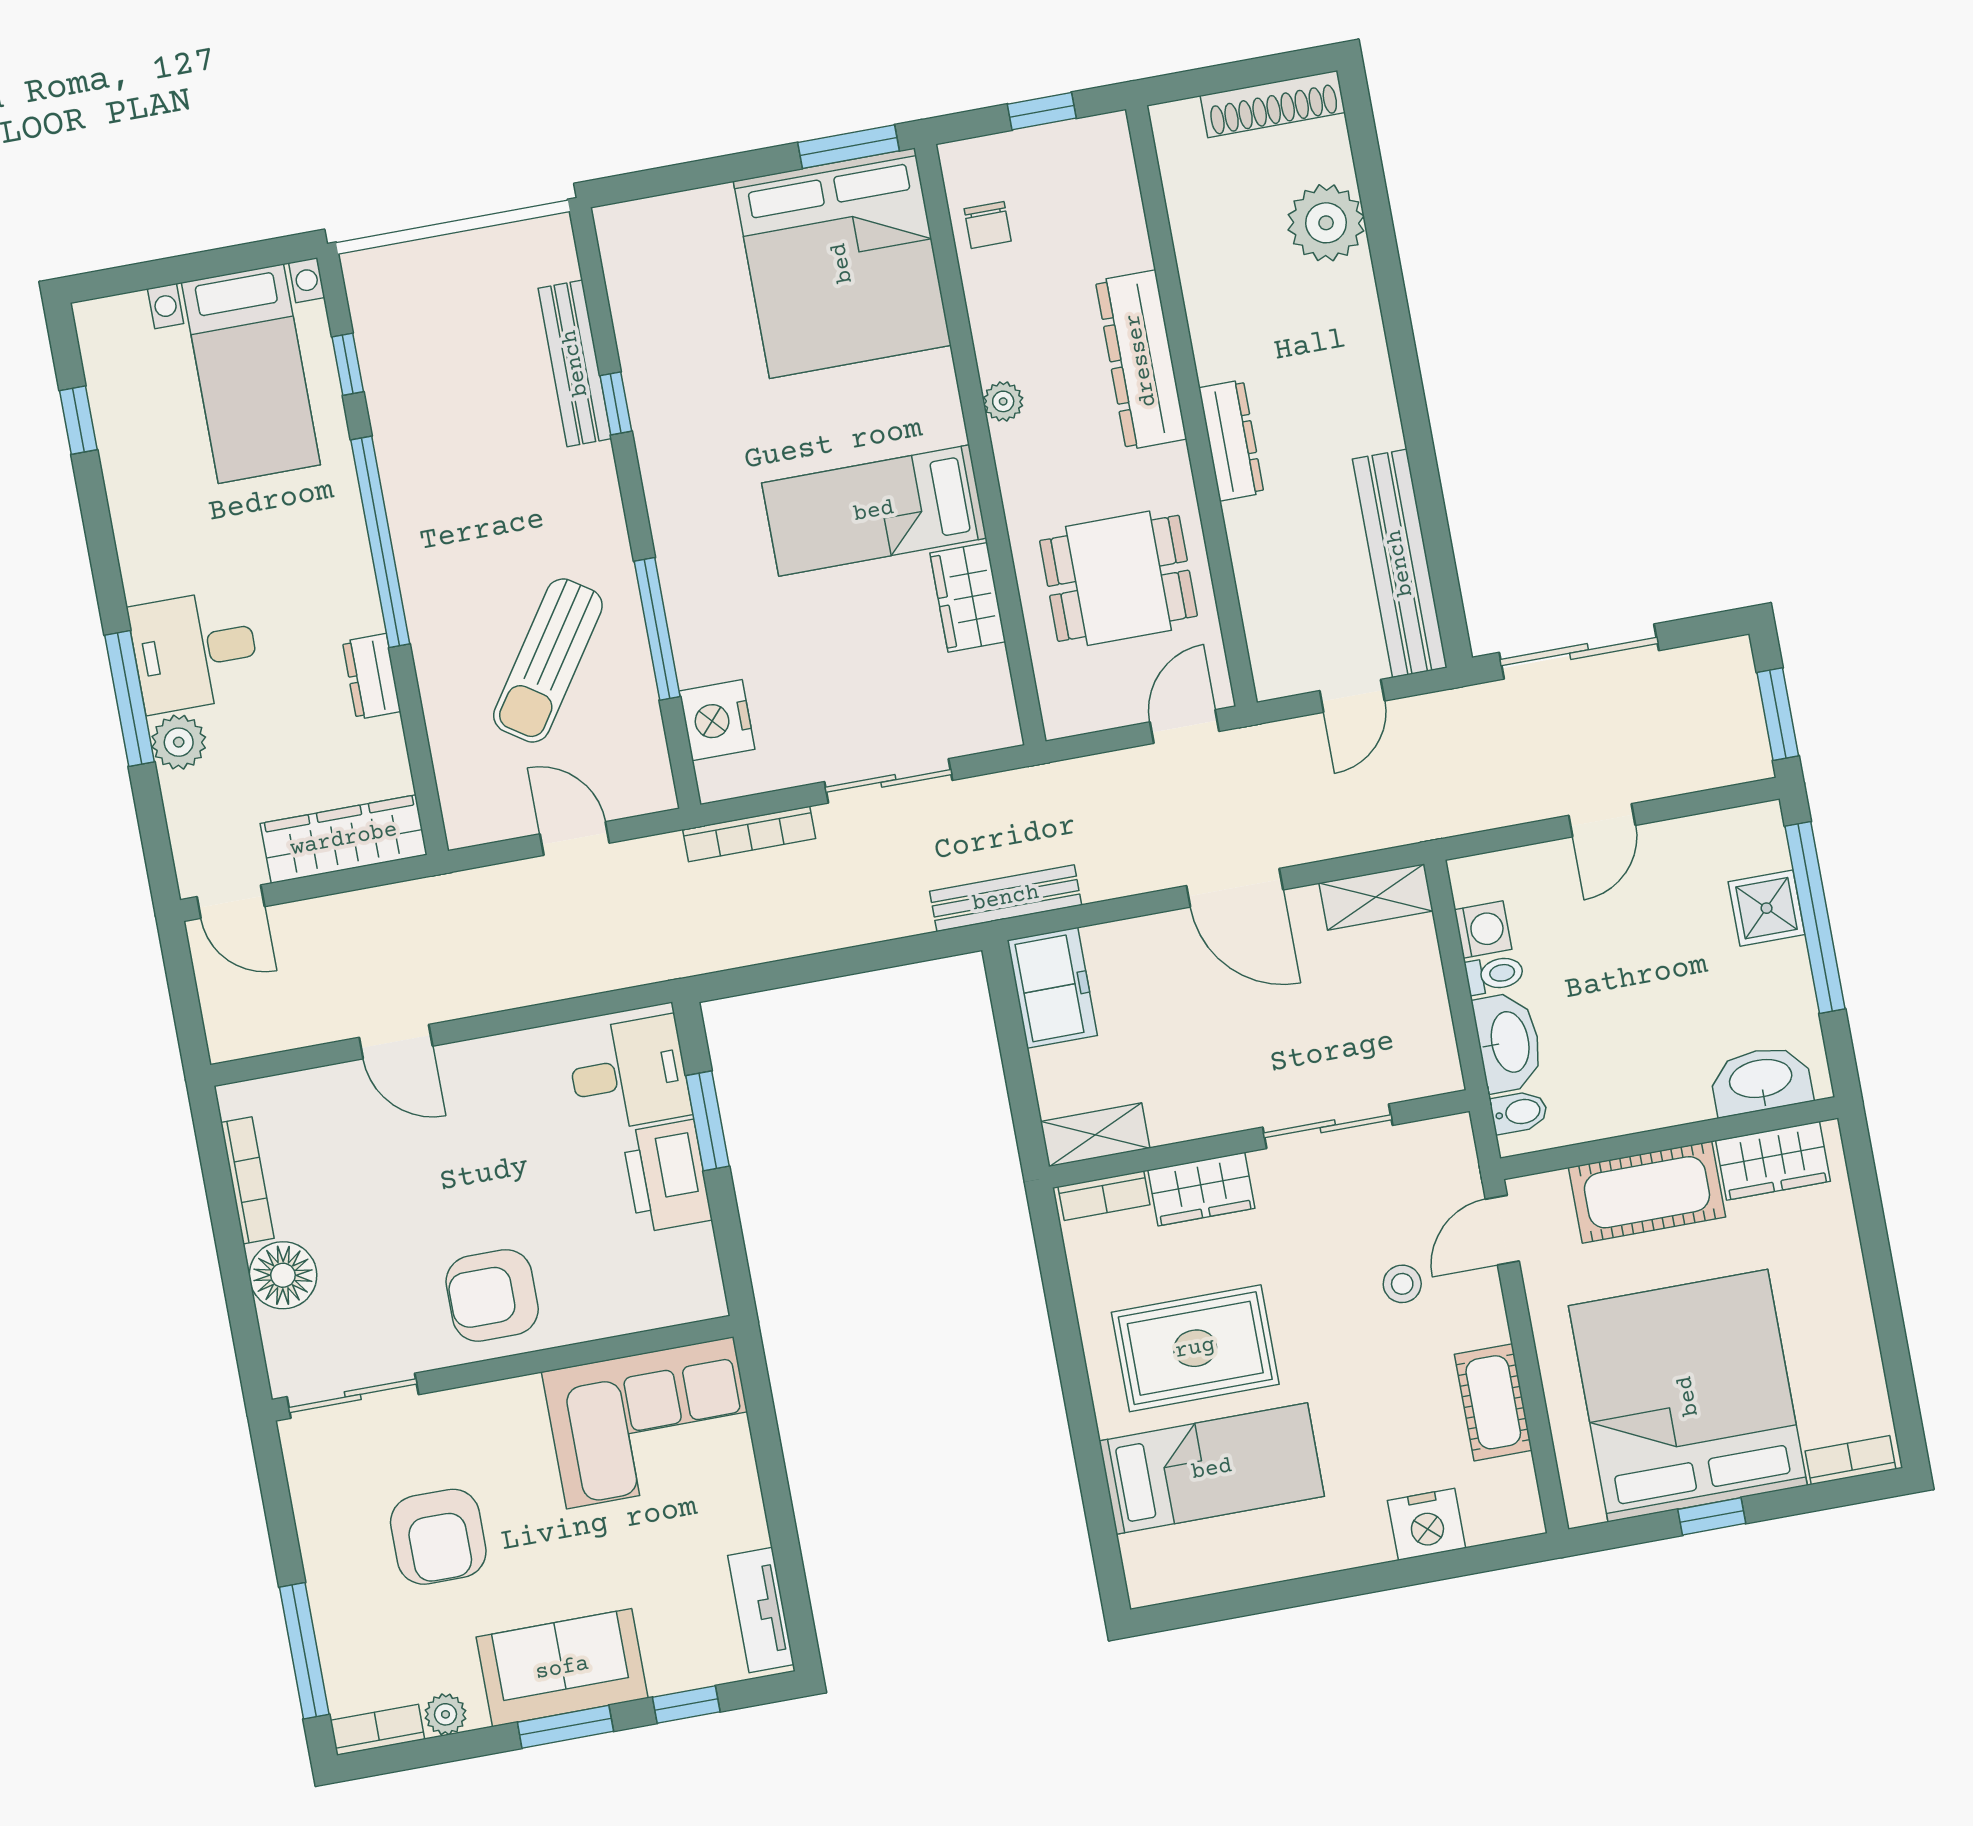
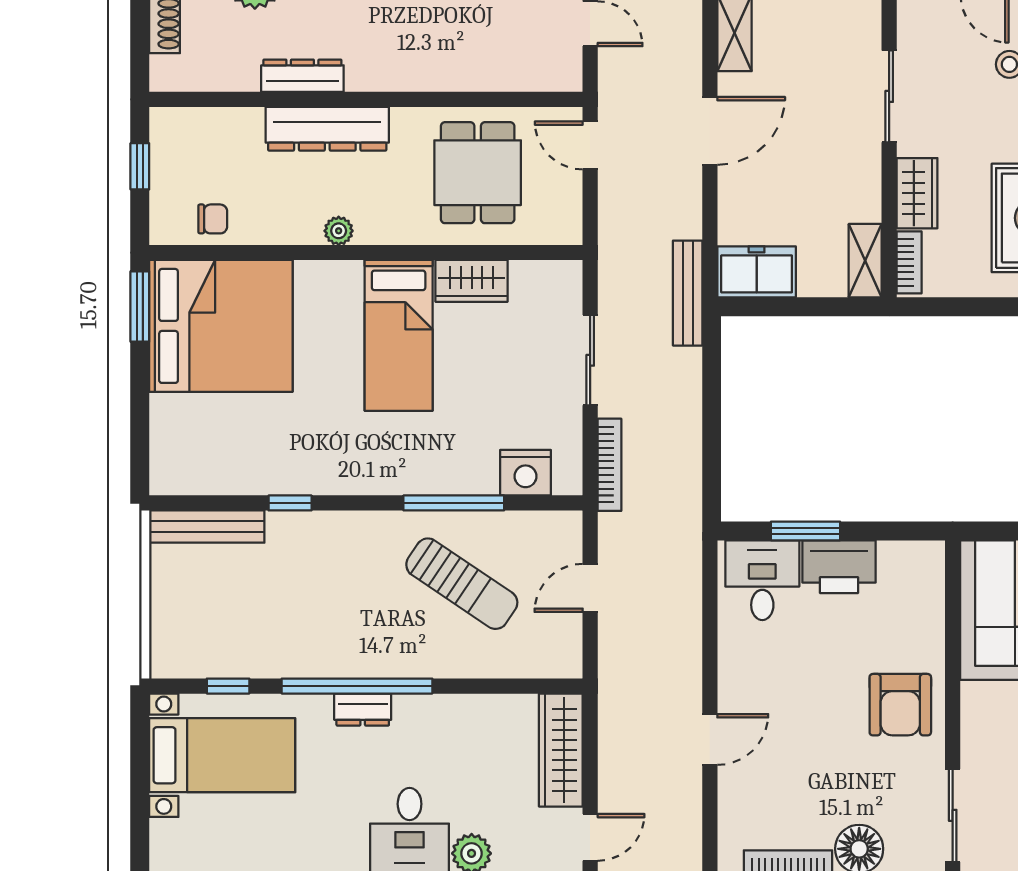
bench: (575, 363) -> (207, 527), moved
dresser: (1231, 440) -> (302, 76), moved
dresser: (372, 676) -> (363, 710), moved

